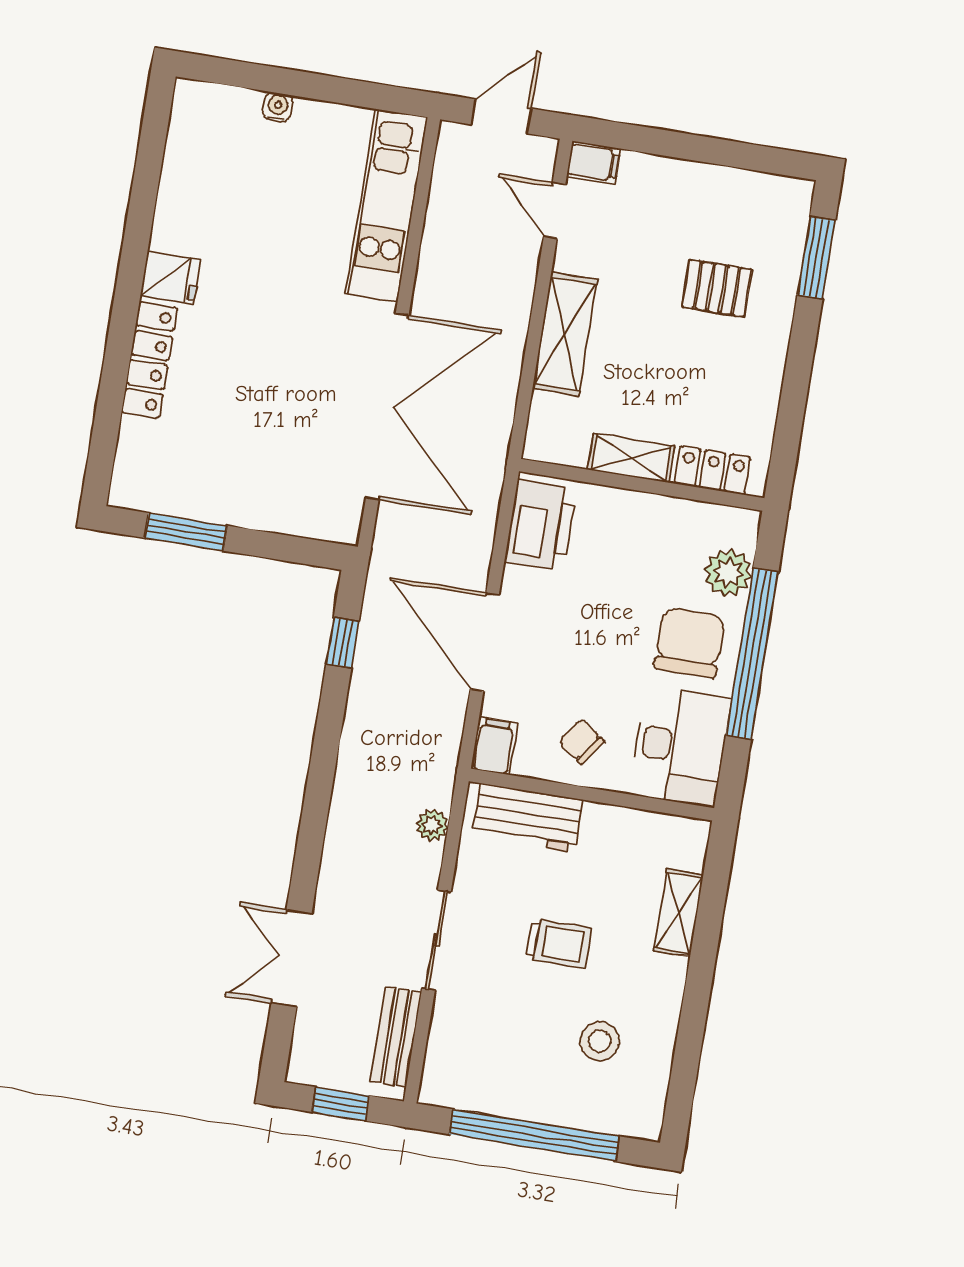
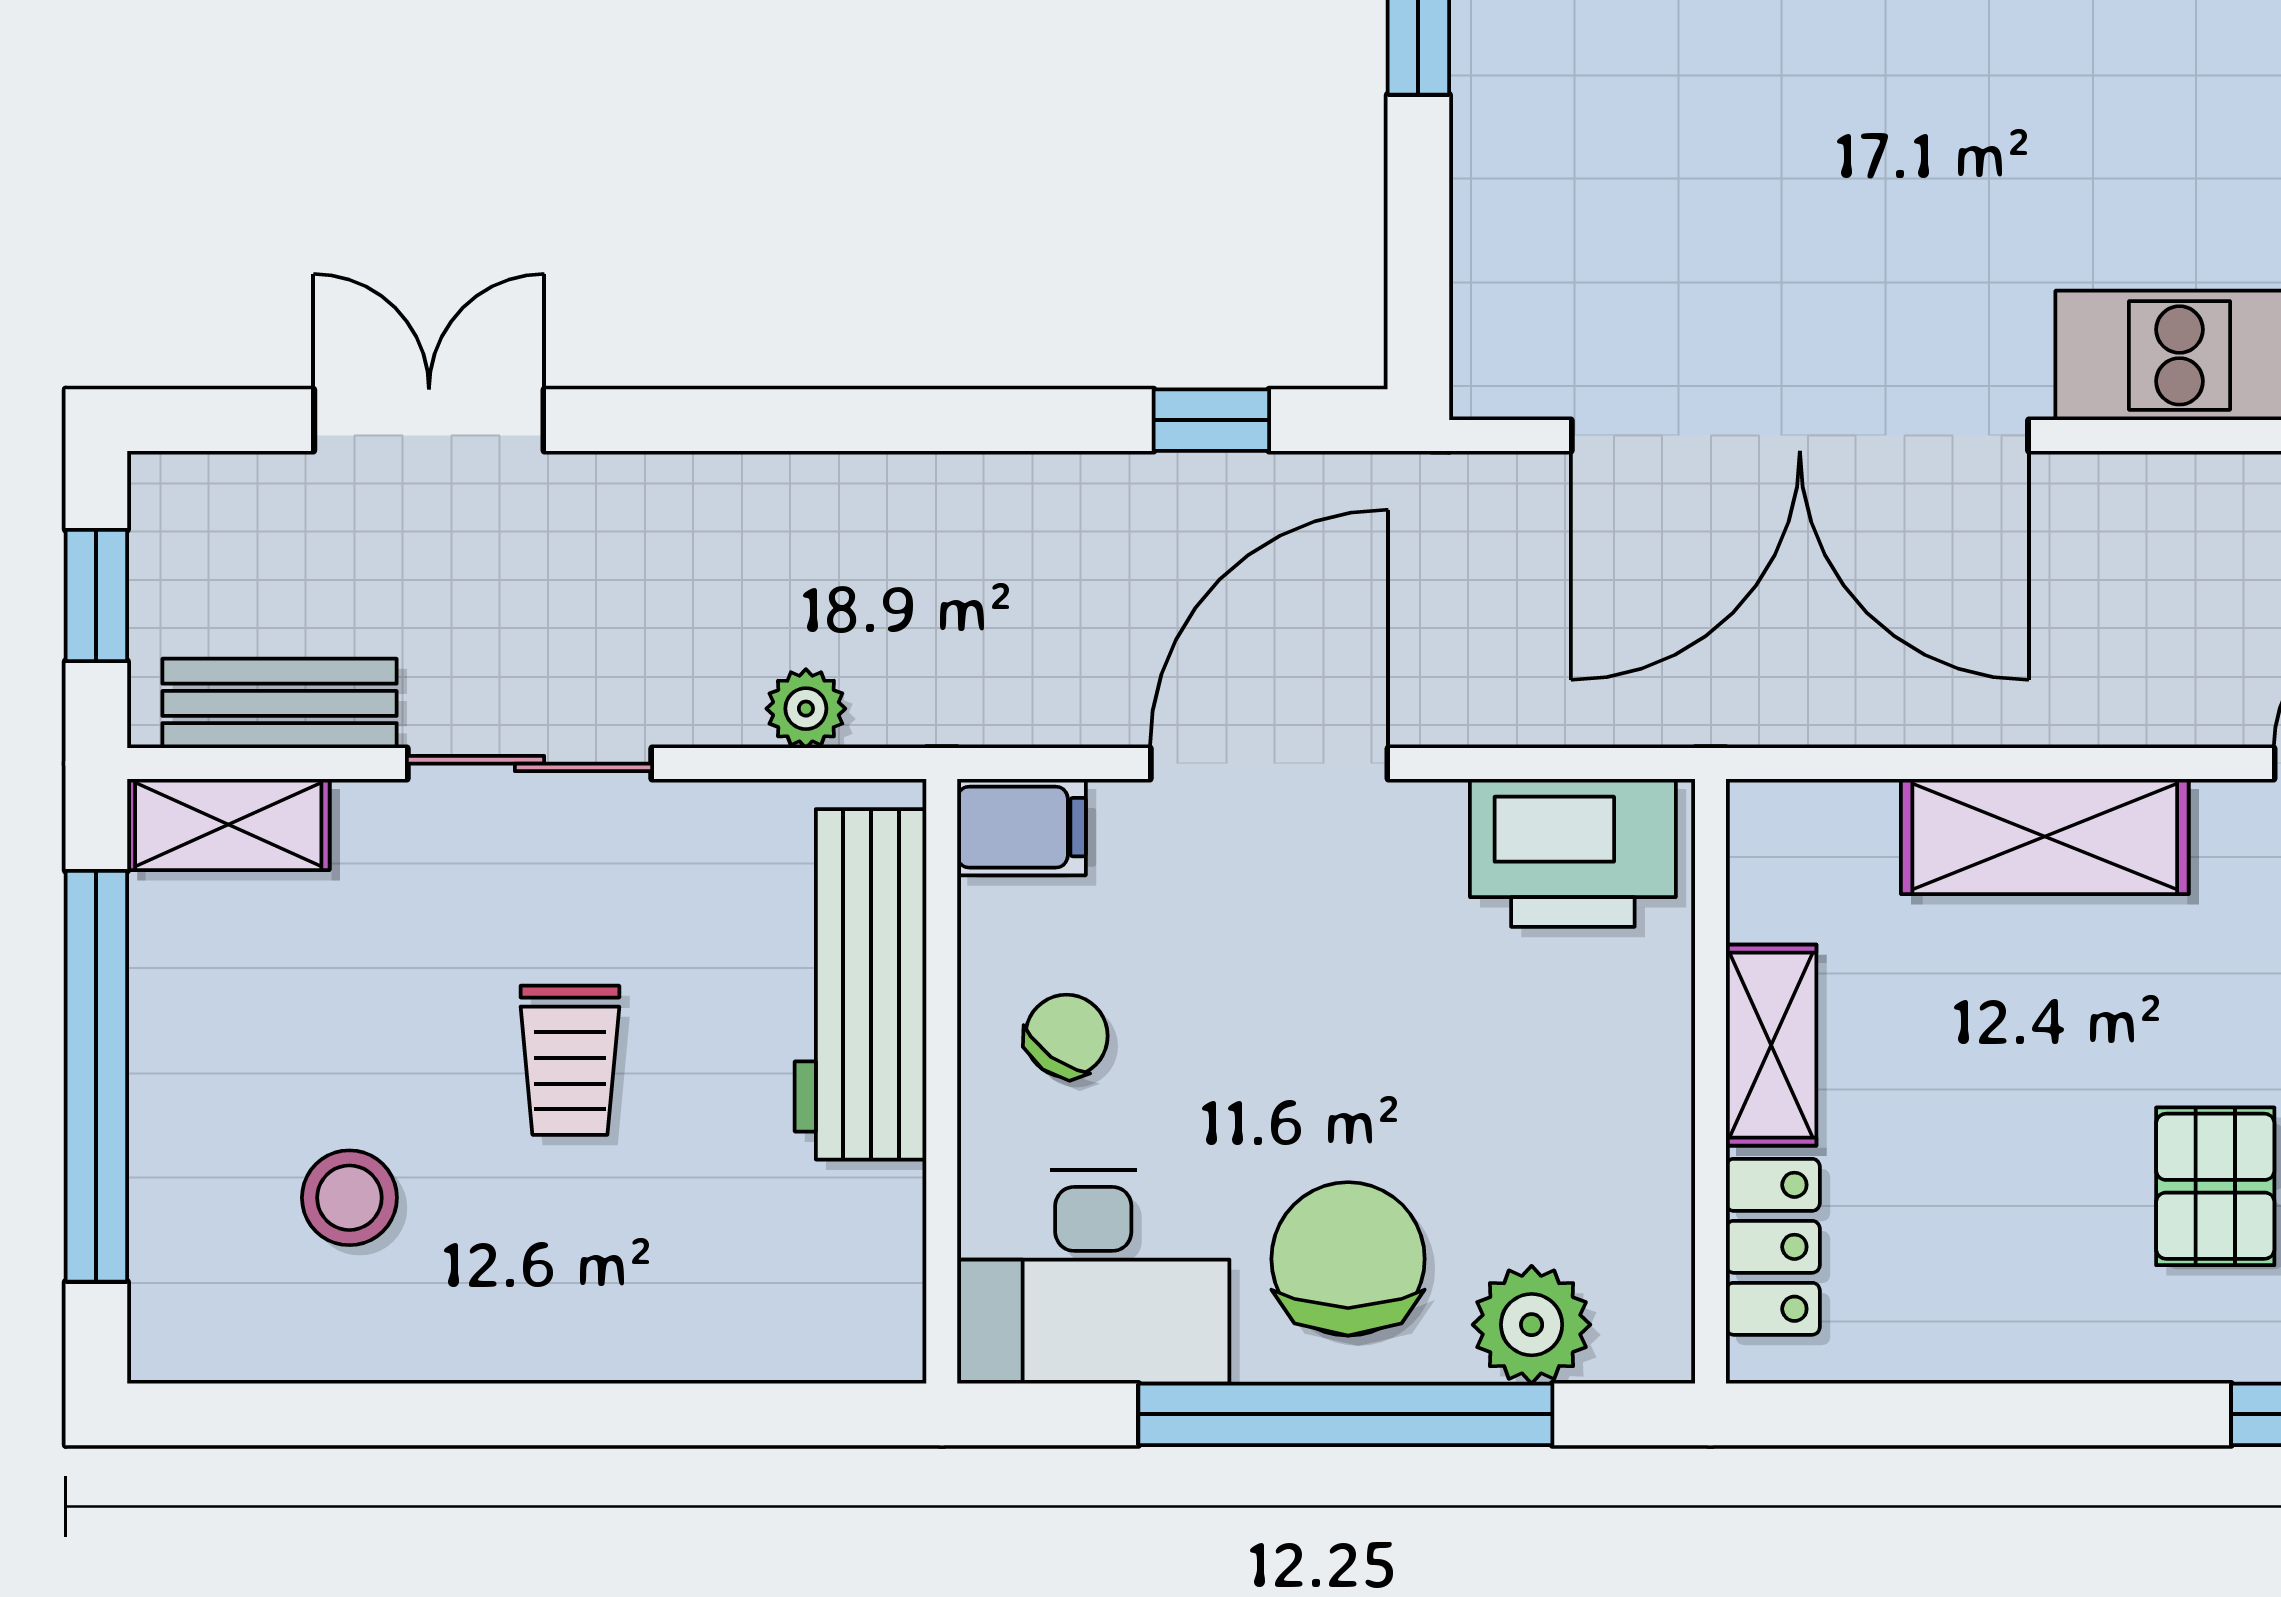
chair: (690, 643) -> (1348, 1259), turned -90
workbench: (528, 818) -> (861, 984), width x1.37
shelving: (679, 913) -> (228, 824), moved

